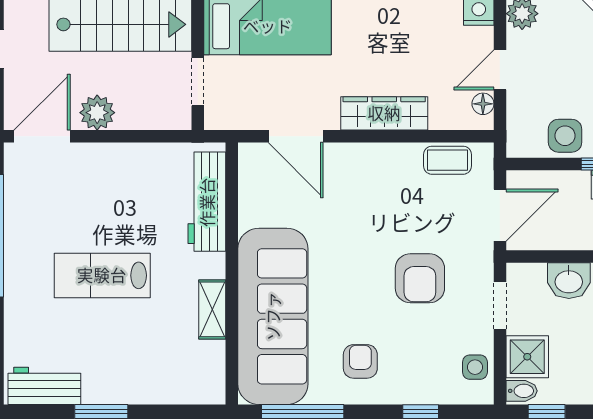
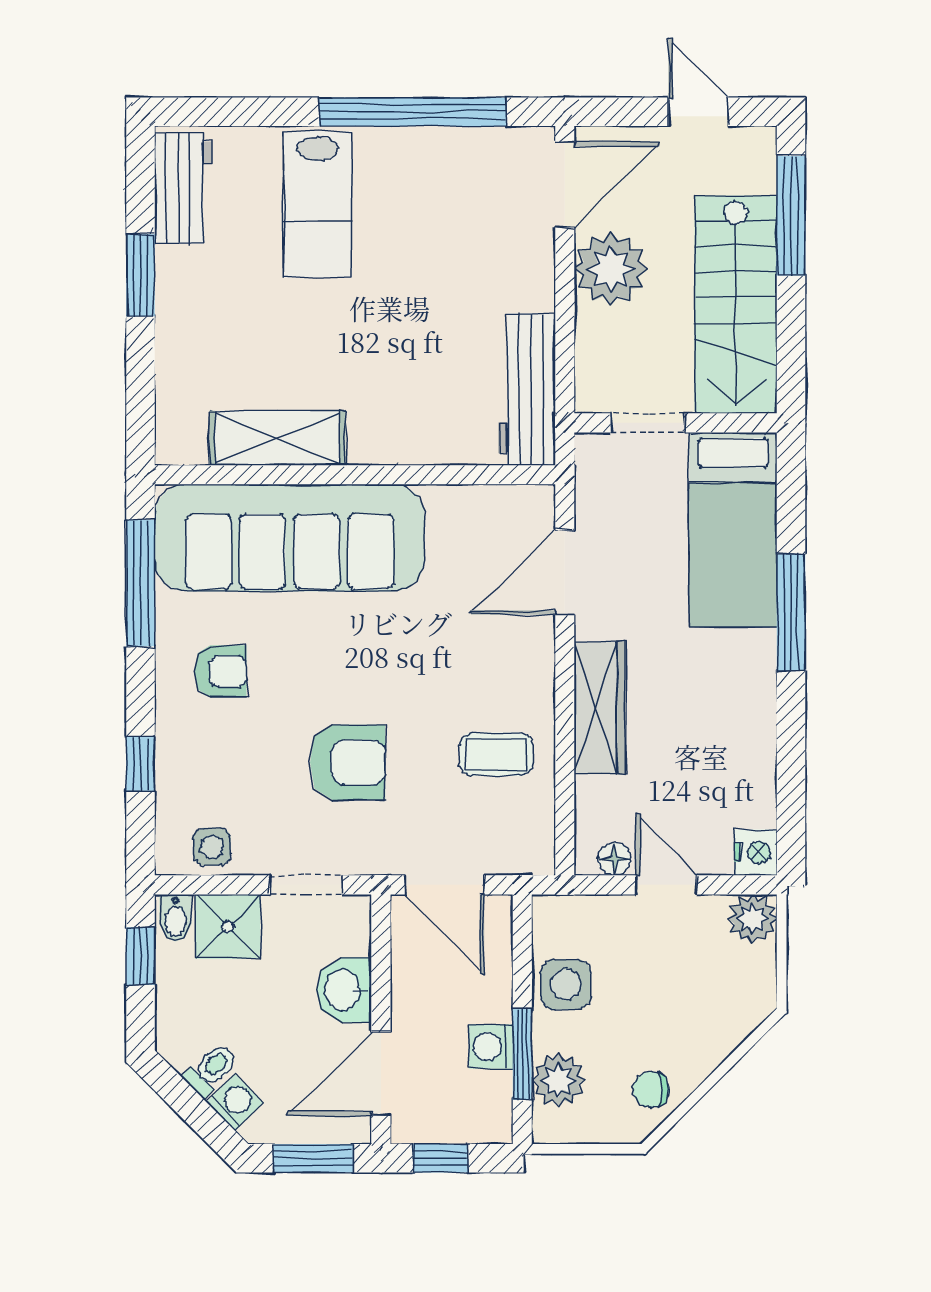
plant: (97, 113) -> (611, 269), width x1.36, depth x1.36
door: (42, 136) -> (565, 185), hinge flipped
coffee table: (447, 160) -> (496, 754), moved, turned 90
workbench: (207, 202) -> (527, 389), moved, turned -90
lab bench: (102, 275) -> (318, 204), moved, turned 180
armchair: (420, 278) -> (348, 762), turned 180
shelving: (212, 309) -> (277, 438), width x1.50, depth x1.33

